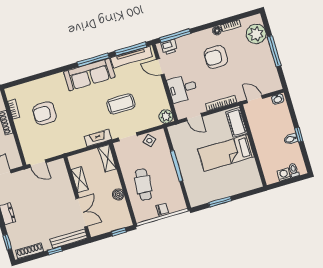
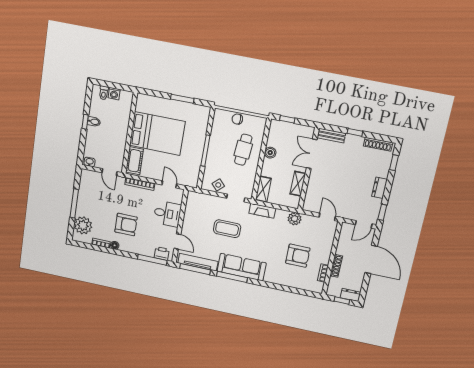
plant: (166, 116) -> (294, 219), moved
bed: (226, 153) -> (157, 133), width x1.50
bench: (69, 239) -> (331, 136), width x0.73

